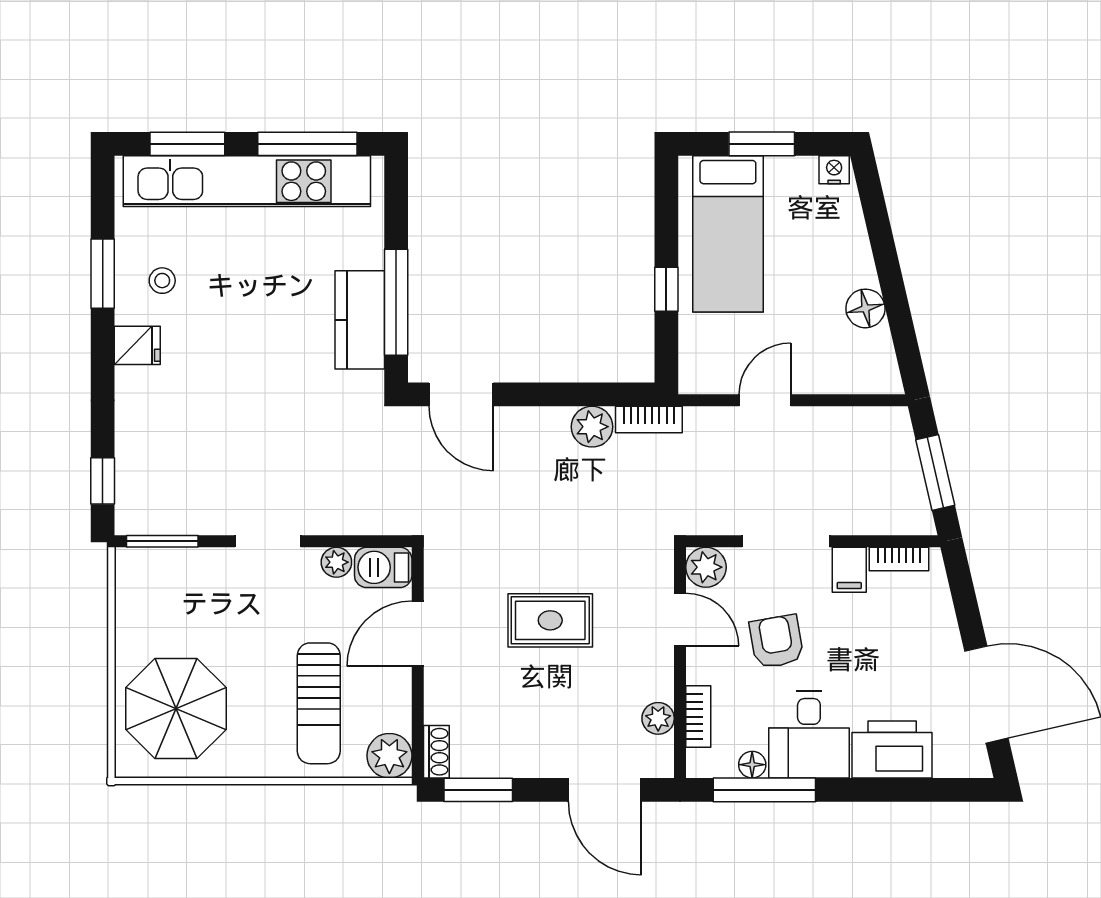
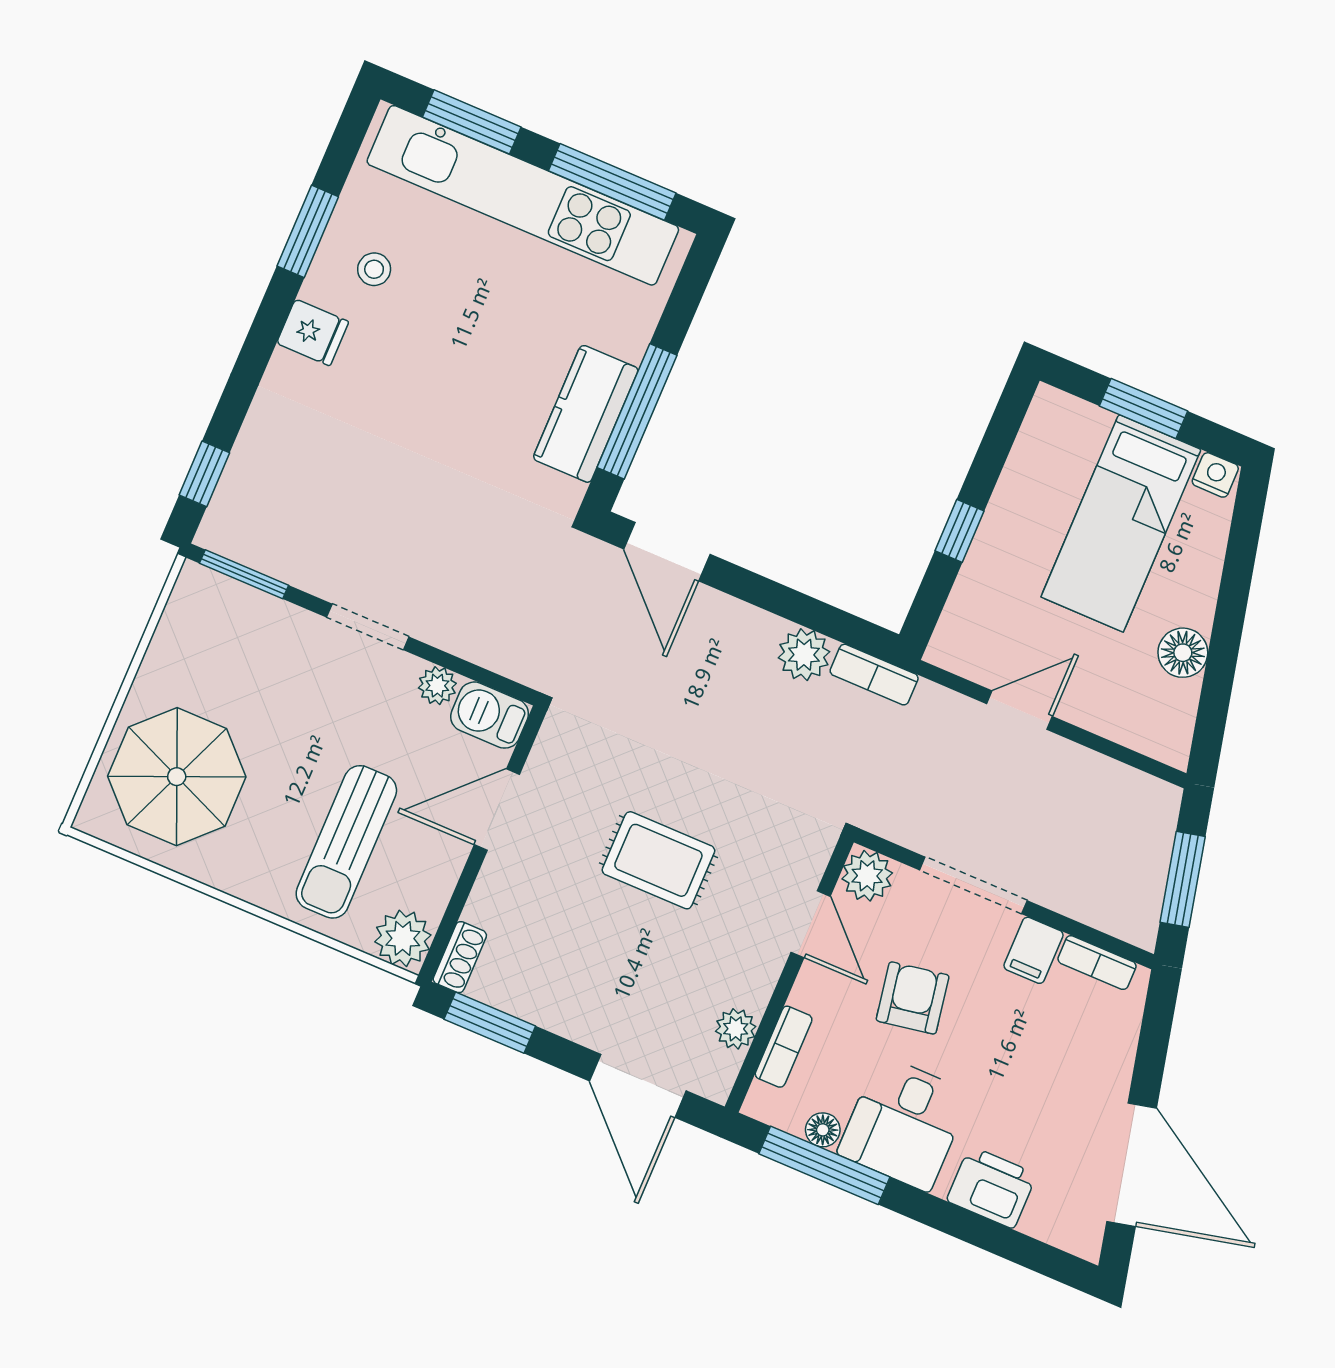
bed: (728, 234) -> (1121, 523), moved
printer: (892, 749) -> (992, 1187), width x0.73, depth x0.84

